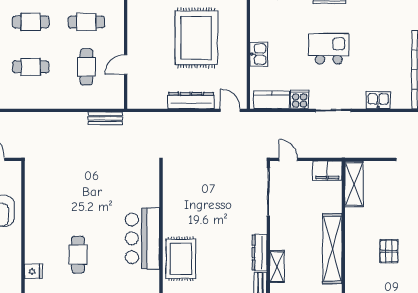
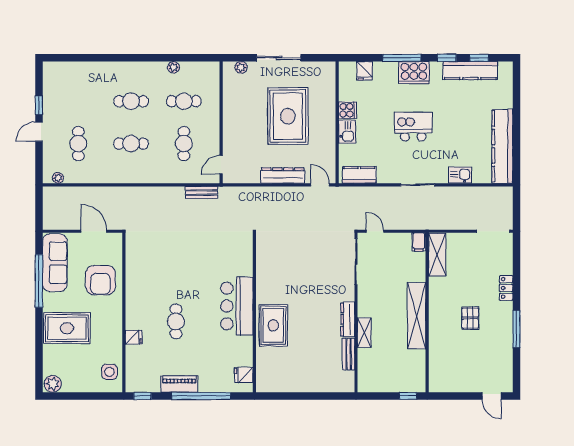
door: (126, 65) -> (221, 165), moved
cooker: (300, 99) -> (348, 110), moved, turned 90
filing cabinet: (327, 171) -> (419, 242), width x0.50

